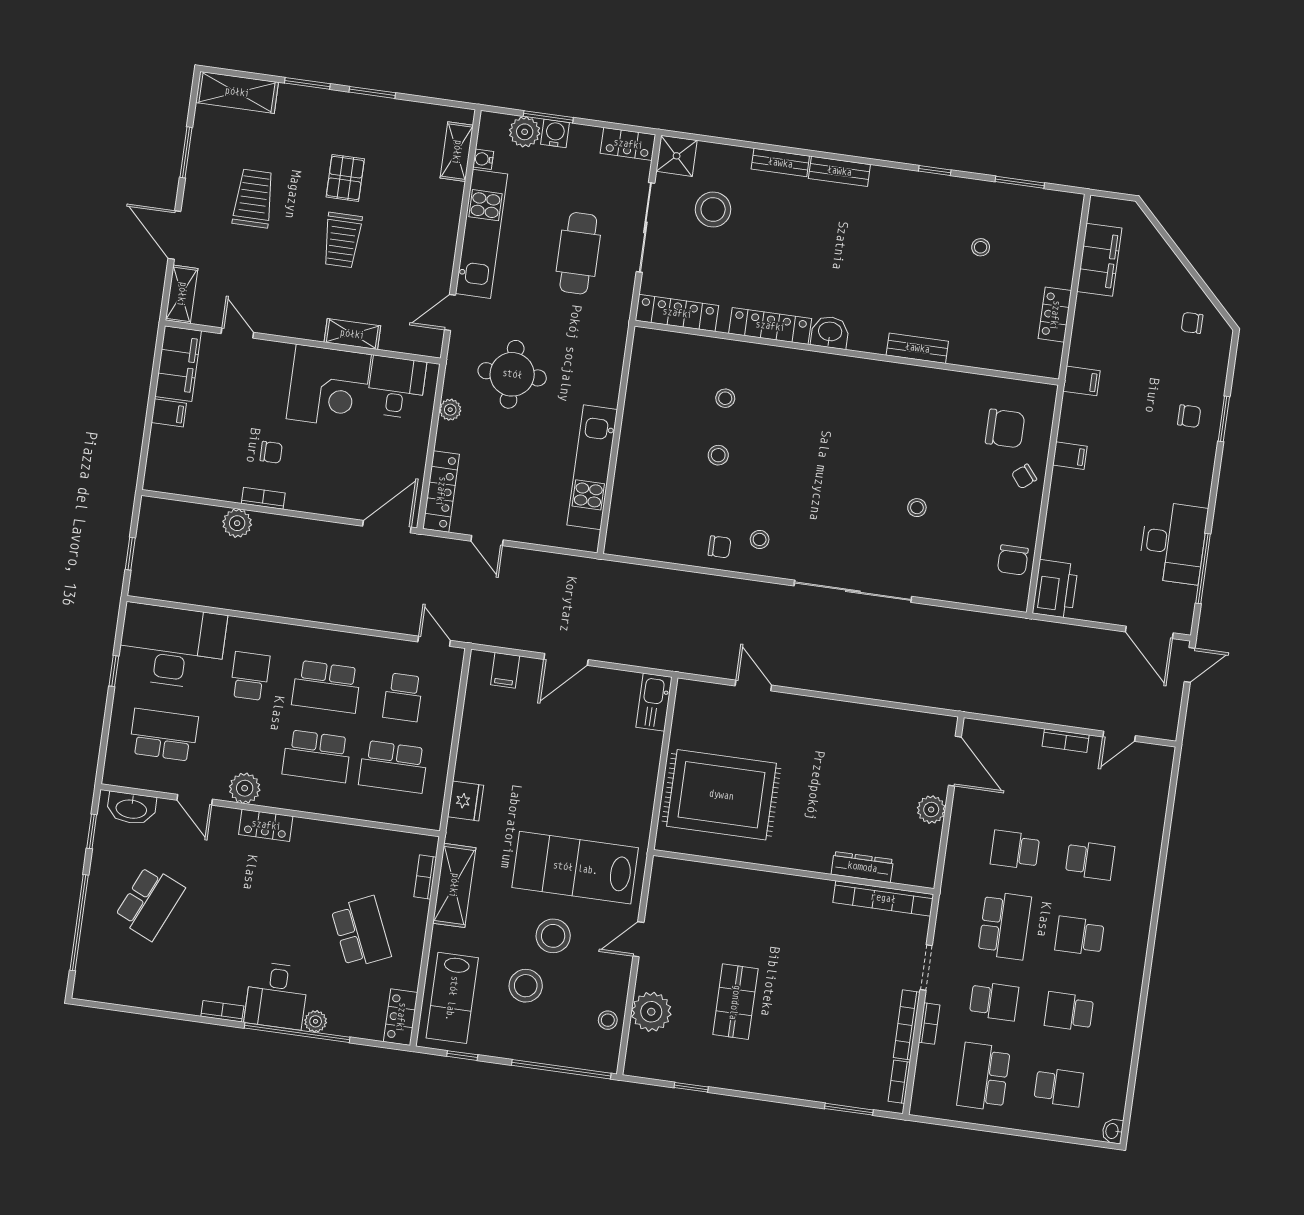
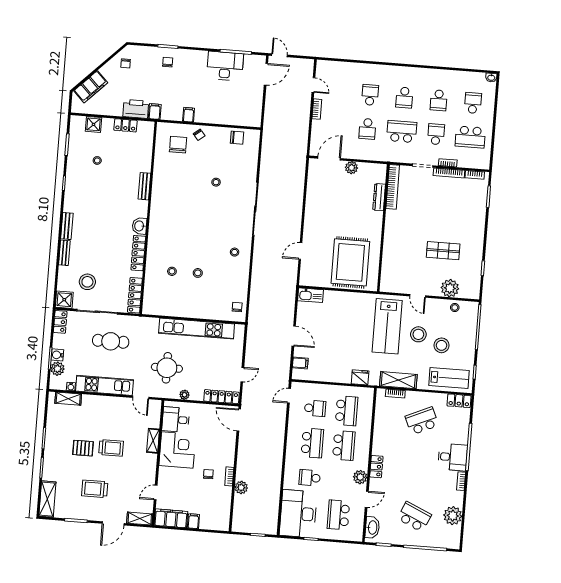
shower: (1061, 244) -> (94, 124), added
filing cabinet: (1099, 260) -> (91, 87), moved, turned 135
kitchen unit: (592, 467) -> (197, 329), width x1.36
chair: (720, 547) -> (237, 307), moved
printer: (1055, 589) -> (136, 109), moved
plant: (316, 1021) -> (453, 516), moved, width x1.87, depth x1.87

